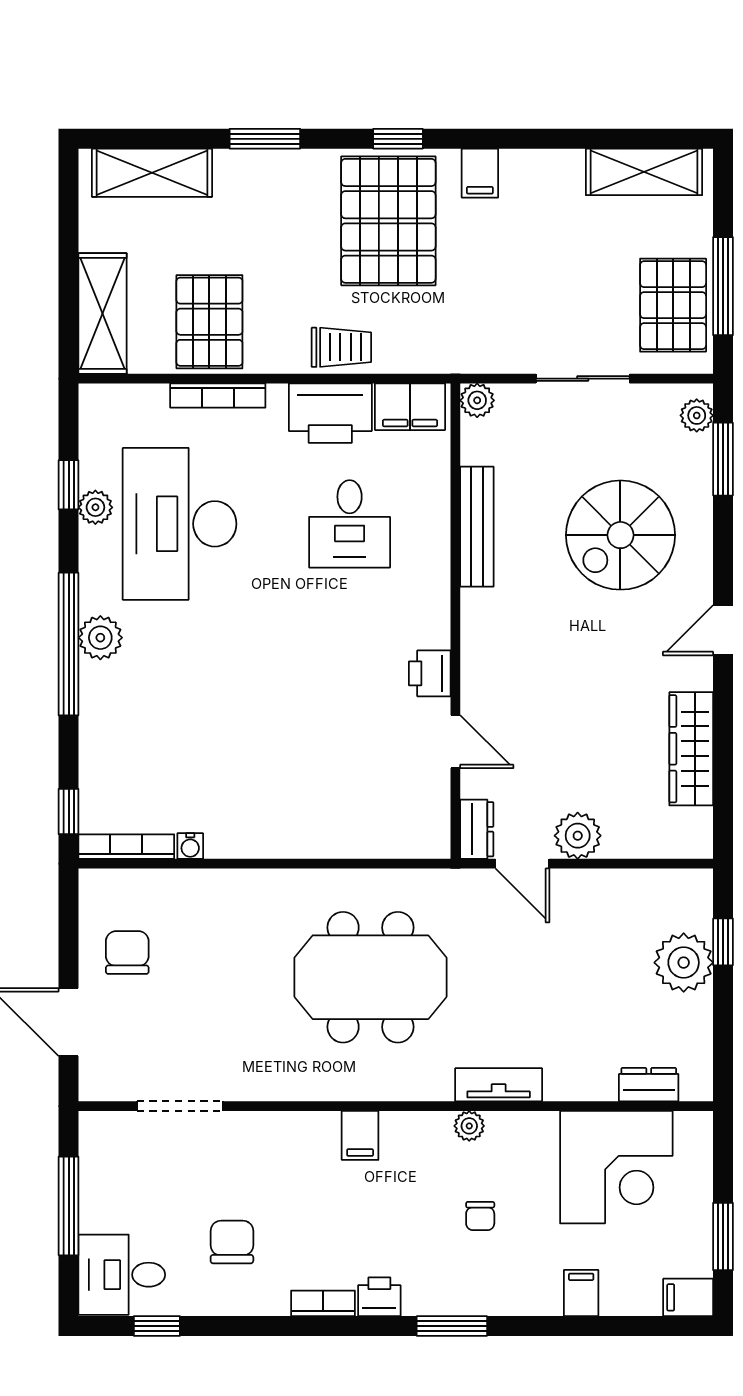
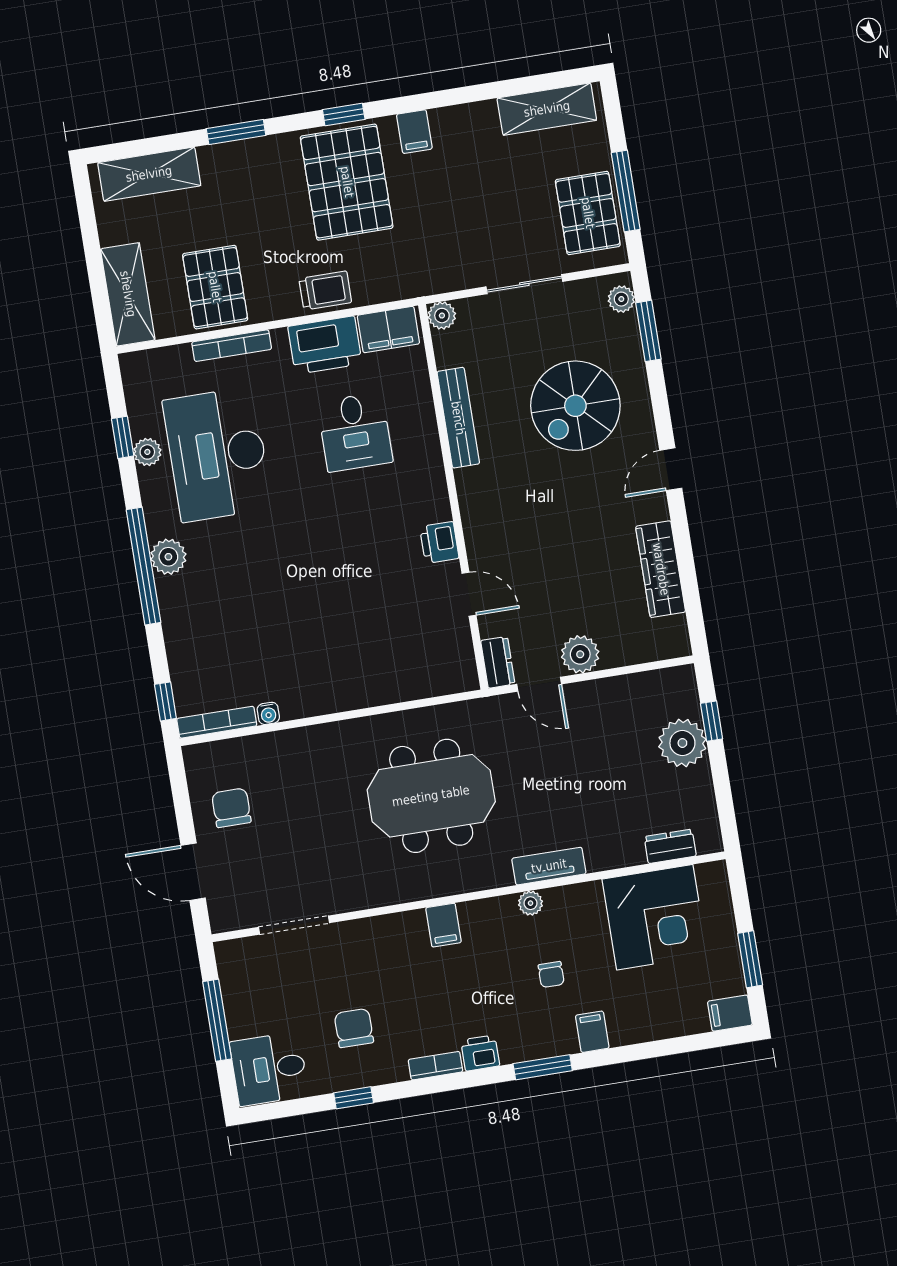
filing cabinet: (581, 1293) -> (592, 1032), moved
window: (157, 1326) -> (354, 1098), moved

